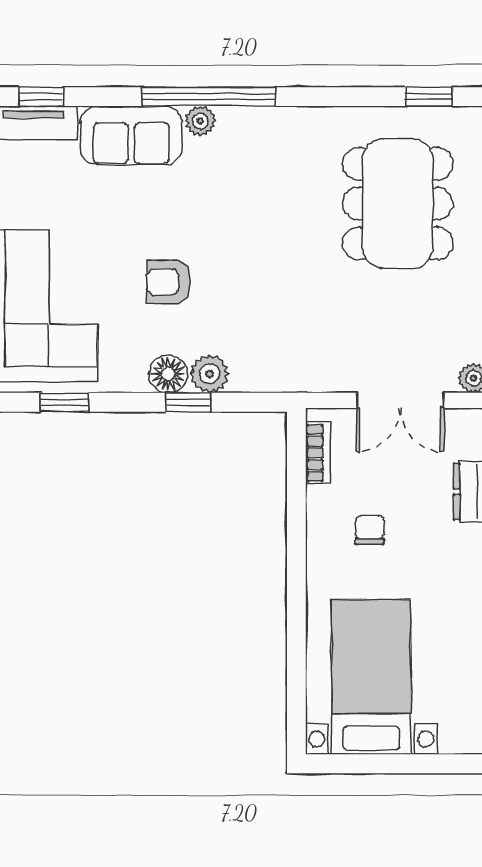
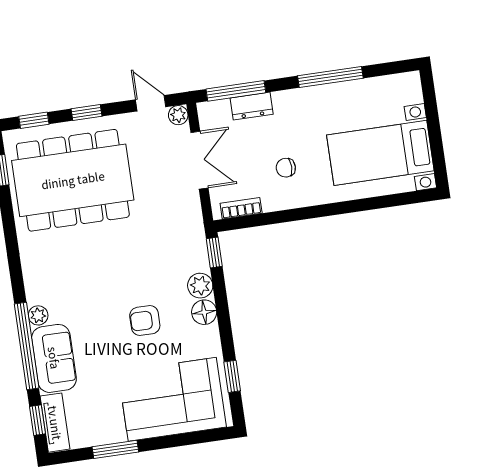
window: (209, 97) -> (27, 346), moved
dining table: (398, 204) -> (73, 180), width x1.36, depth x1.24
armchair: (169, 282) -> (145, 321), turned 90
window: (188, 402) -> (214, 252), moved

